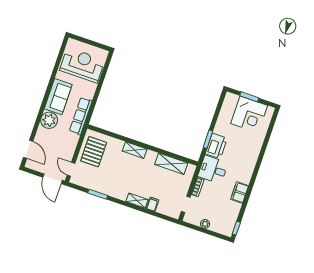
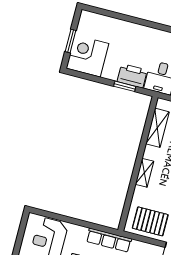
corner desk: (249, 114) -> (87, 56), moved, turned -90

